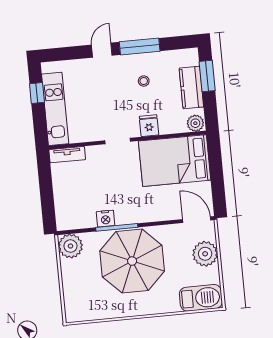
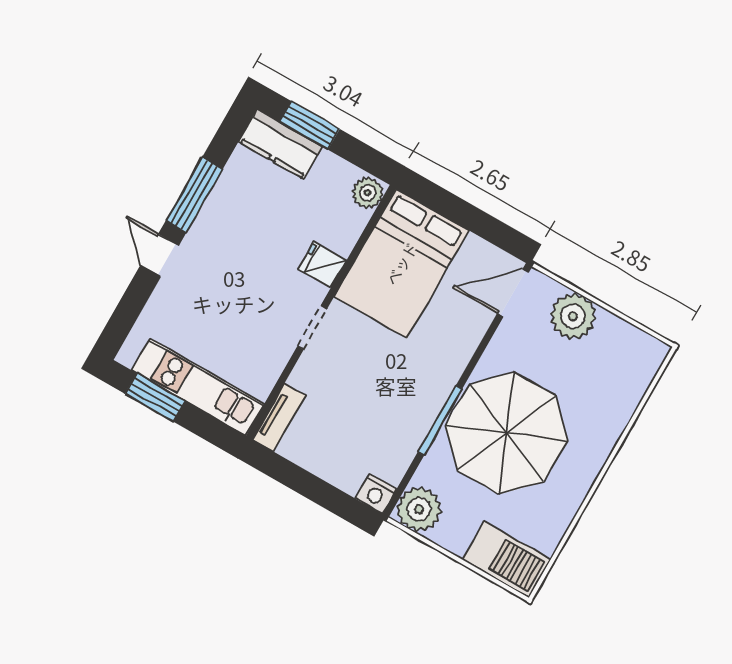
stool: (144, 81) -> (250, 225), removed
kitchen counter: (191, 87) -> (280, 144), moved
window: (37, 93) -> (155, 397), width x1.50
nightstand: (106, 219) -> (376, 494), moved, turned 90
barbecue: (201, 298) -> (507, 560), moved, turned 90

